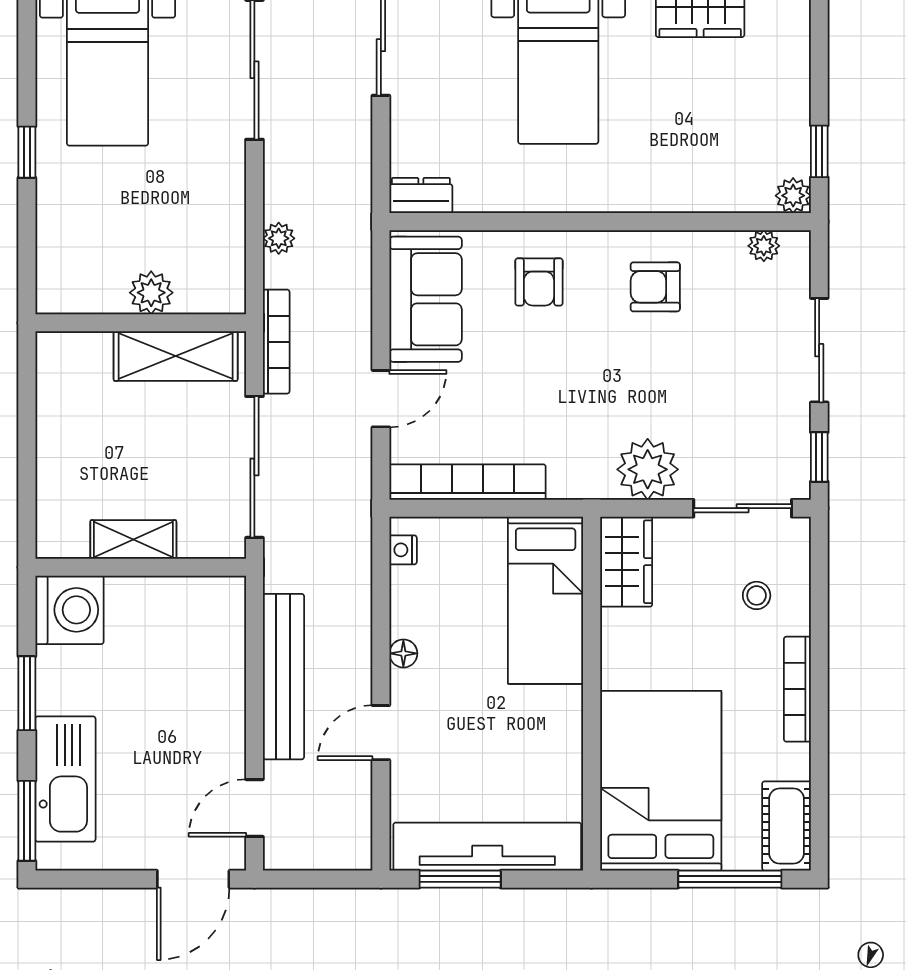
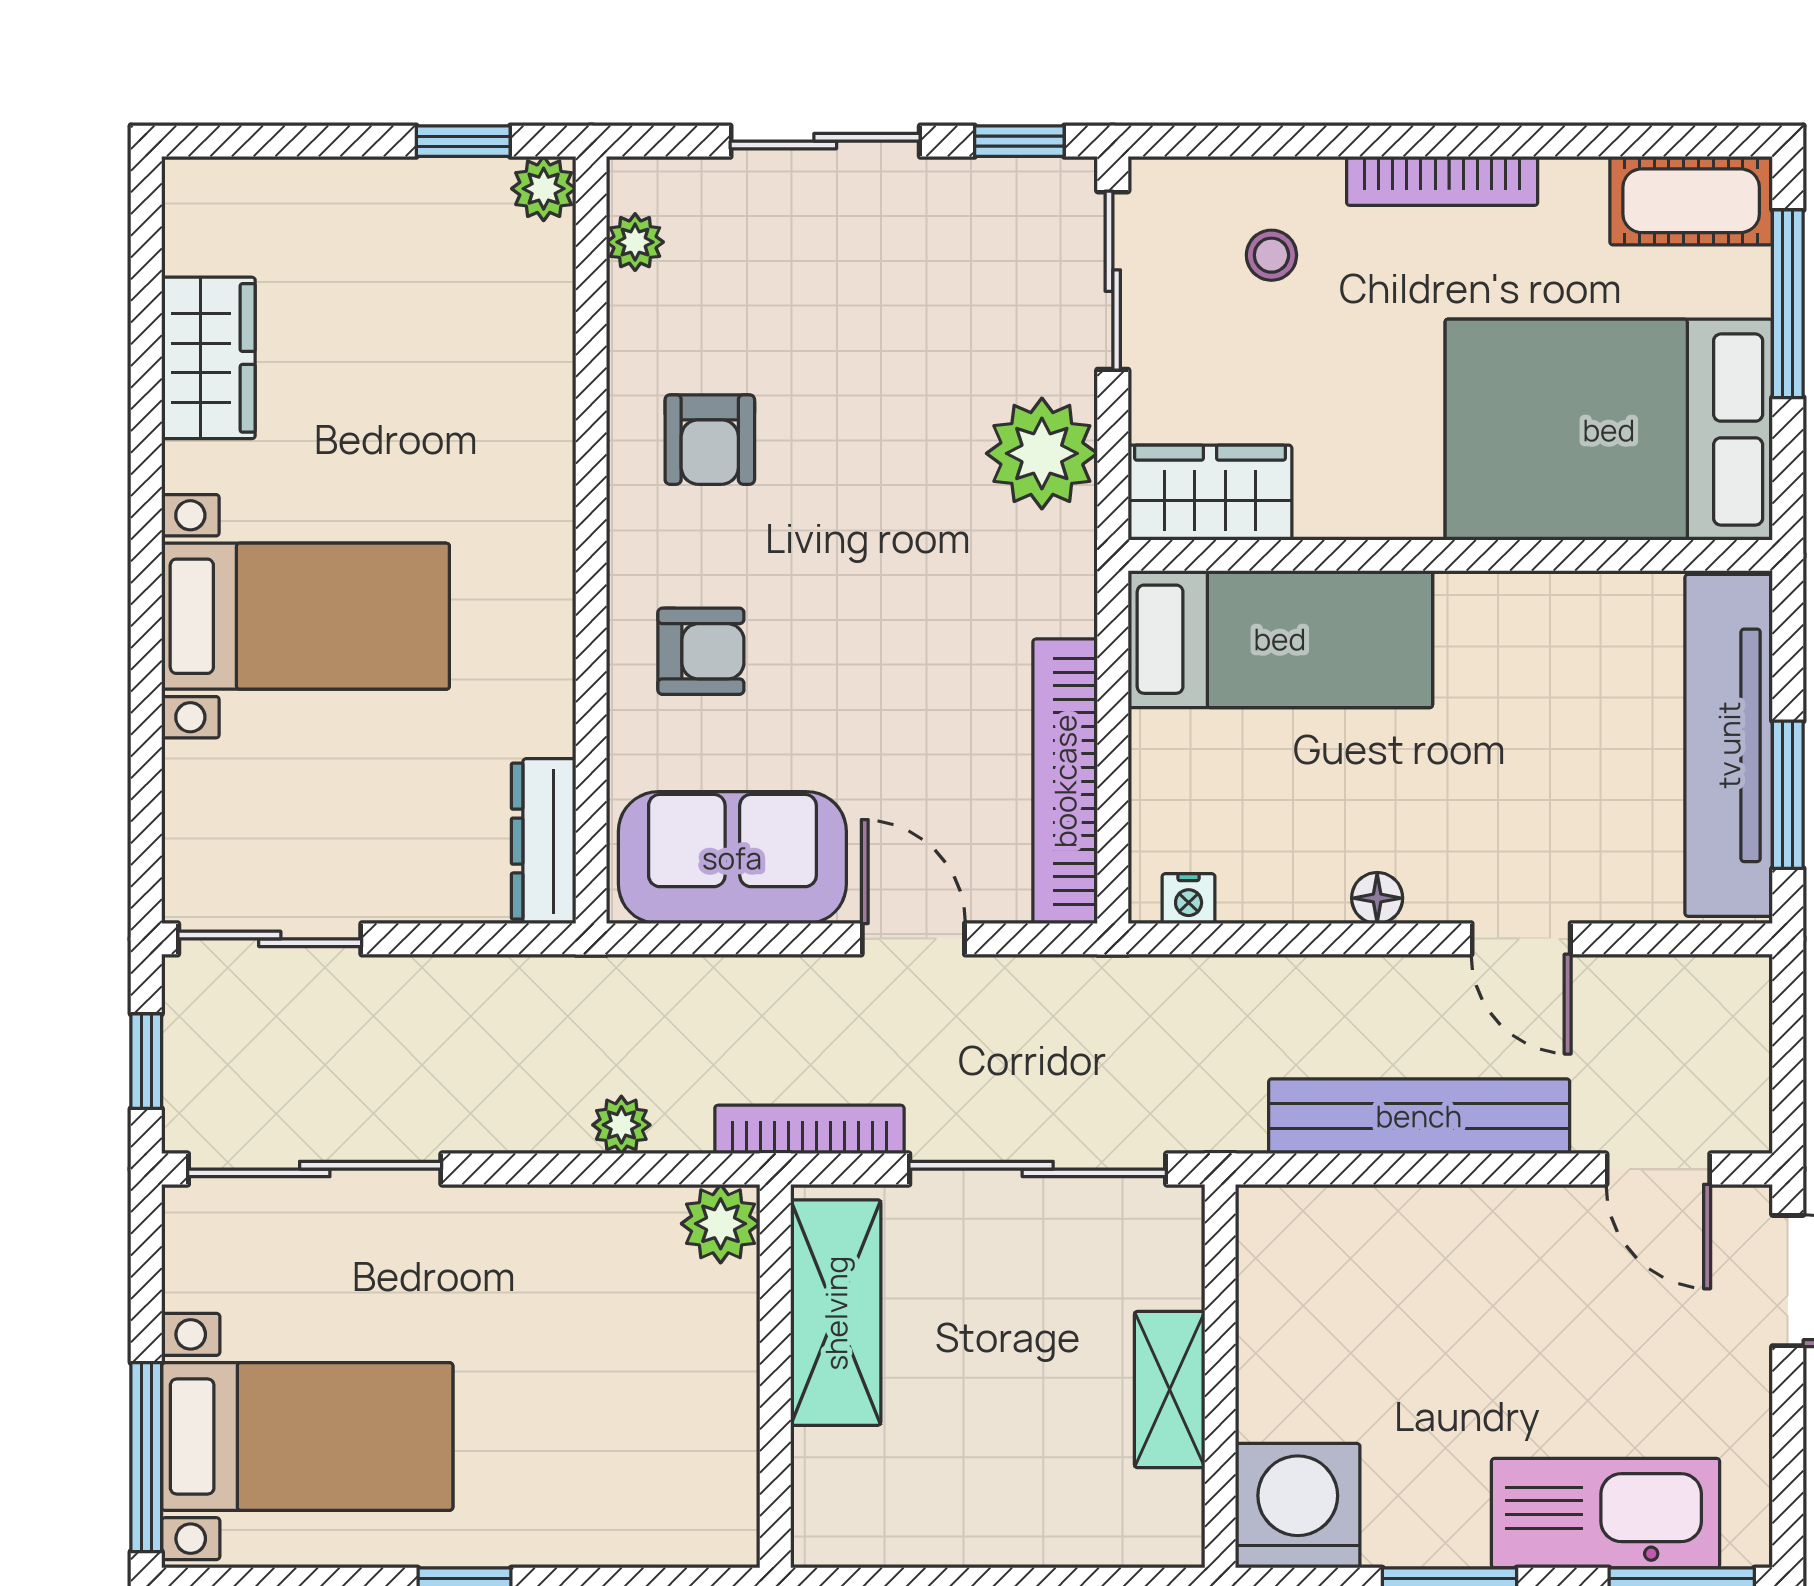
dresser: (421, 195) -> (544, 841), width x1.44
plant: (151, 293) -> (721, 1224), moved

